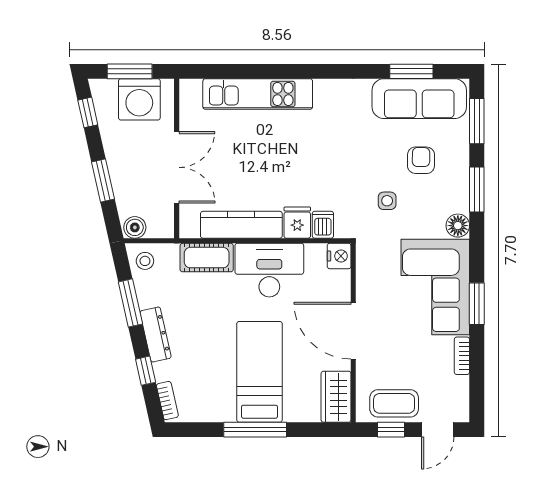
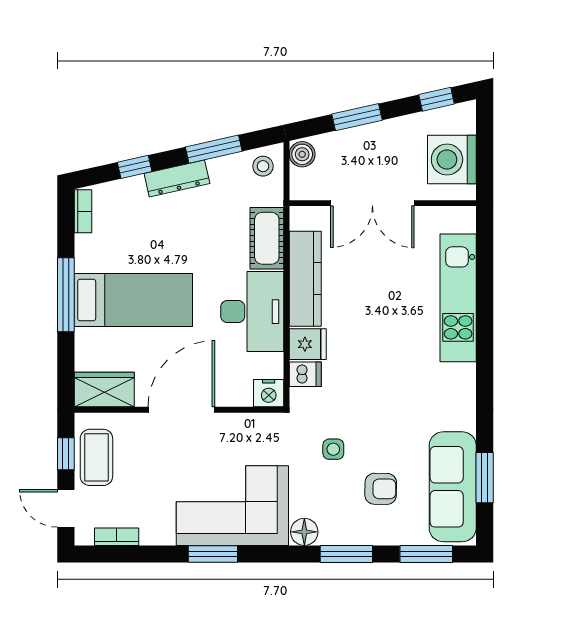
window: (130, 71) -> (485, 148), removed
bookcase: (462, 356) -> (117, 537), moved
bookcase: (167, 401) -> (83, 211), moved, turned -77

